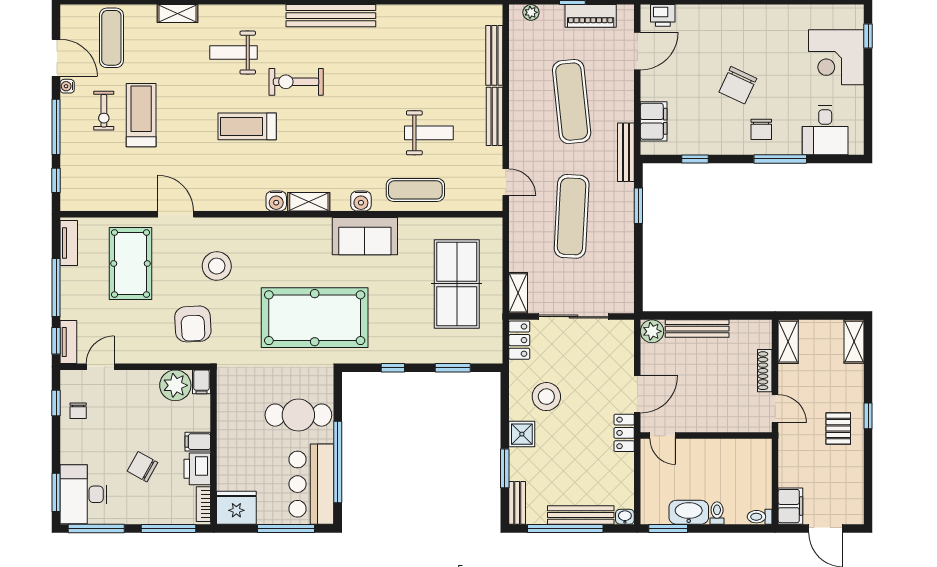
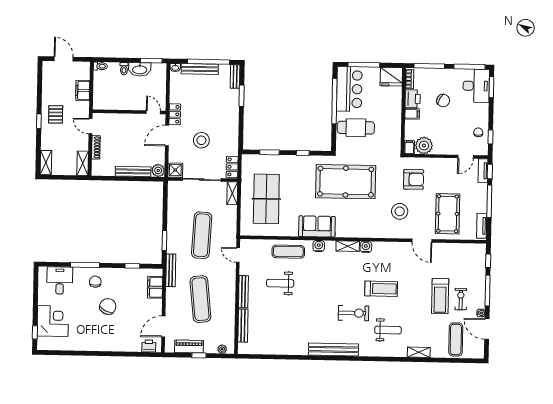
armchair: (193, 324) -> (414, 179), turned 93
stool: (546, 397) -> (201, 140), moved
shower: (522, 434) -> (175, 170), moved
filing cabinet: (790, 506) -> (83, 90), moved

